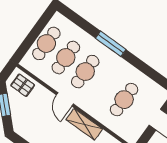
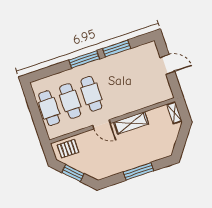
window: (140, 65) -> (117, 48), added
cafe table: (124, 100) -> (134, 79), removed

